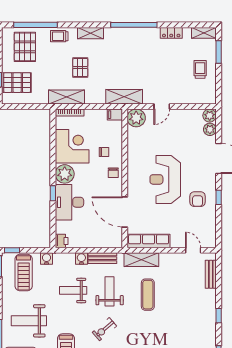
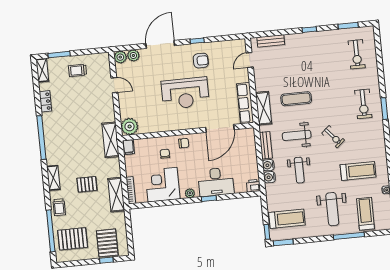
door: (162, 106) -> (114, 85), moved
plant: (65, 174) -> (190, 193), width x0.53, depth x0.53
water cooler: (47, 259) -> (269, 177), moved

